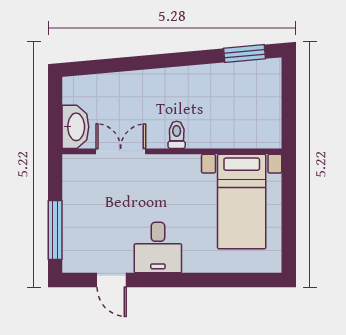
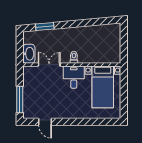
window: (245, 54) -> (45, 26), moved
desk: (158, 248) -> (74, 77), moved, turned 180

